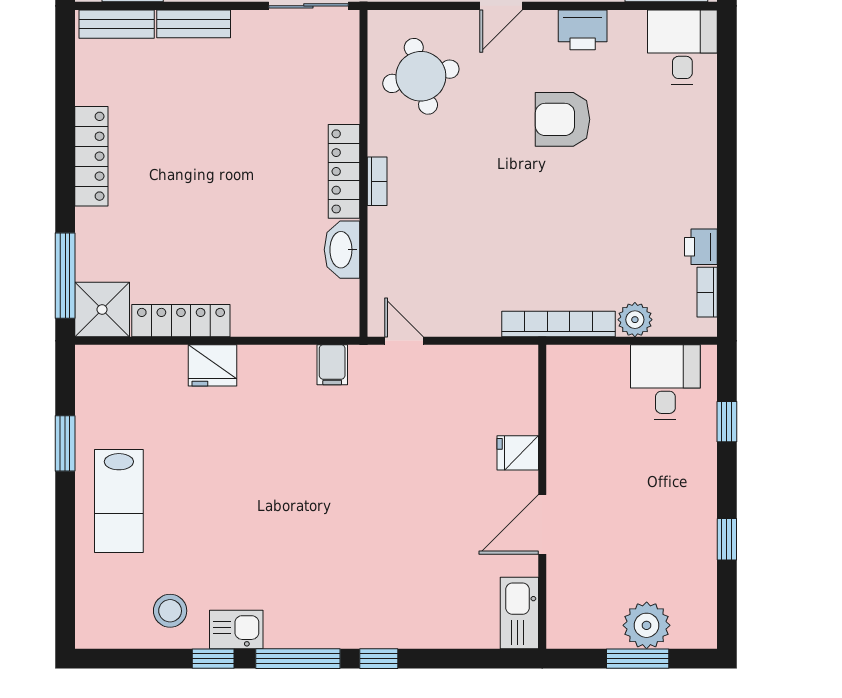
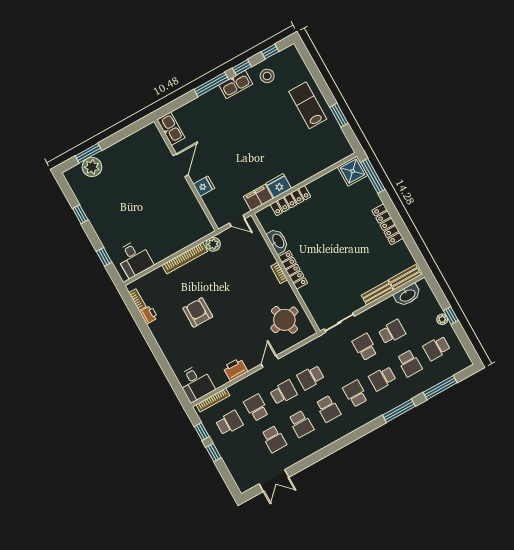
armchair: (563, 119) -> (198, 312), moved, turned -90
plant: (635, 320) -> (213, 244), moved
locker: (181, 321) -> (290, 201), moved
fridge: (213, 365) -> (279, 186), moved
filing cabinet: (332, 365) -> (258, 198), width x2.00
fridge: (518, 453) -> (204, 186), moved
wall: (542, 497) -> (186, 175), moved
door: (542, 524) -> (181, 165), moved
kitchen sink: (519, 613) -> (171, 129), moved
kitchen sink: (236, 630) -> (236, 85), width x1.38
window: (379, 659) -> (270, 52), moved

